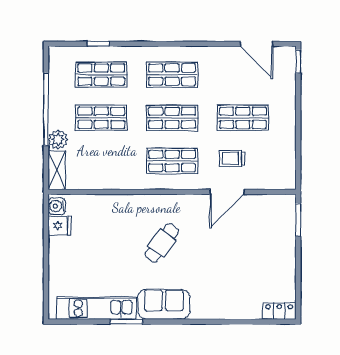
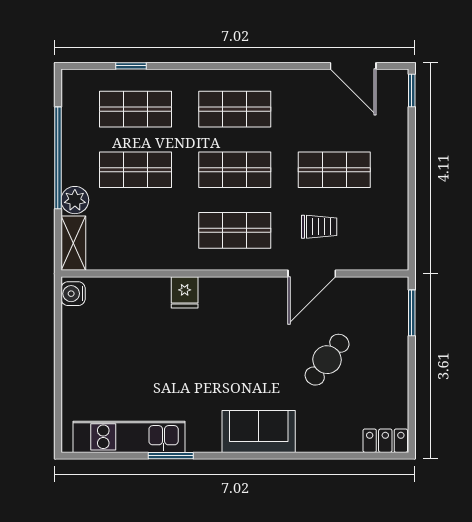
trolley: (232, 158) -> (319, 227), turned 180
fridge: (59, 226) -> (185, 292), moved, turned 90
cafe table: (162, 243) -> (327, 360), moved
sofa: (164, 304) -> (259, 431), moved

